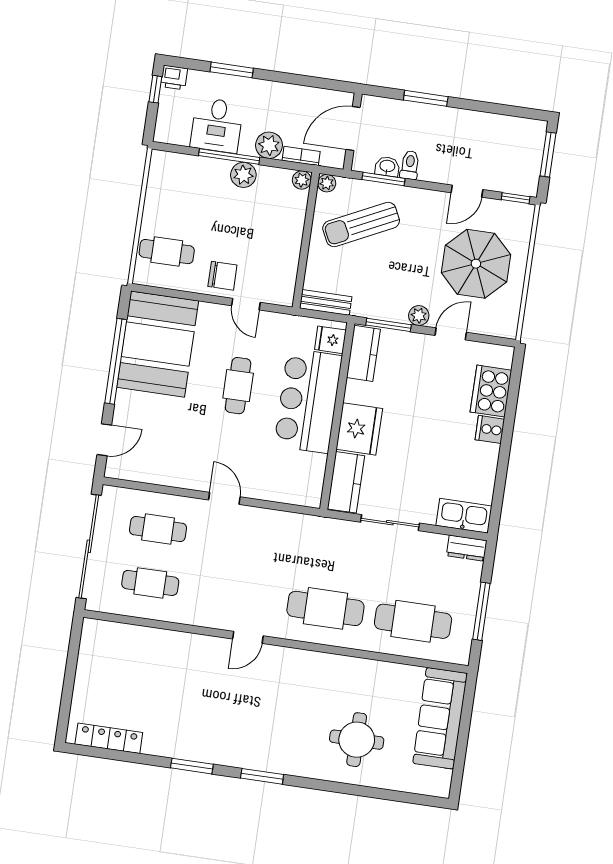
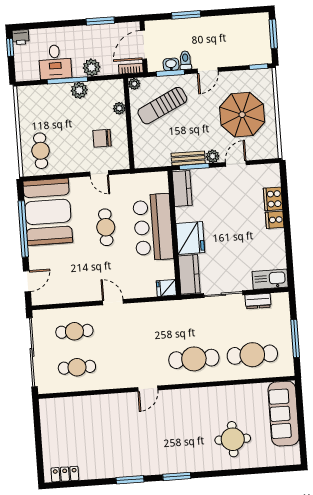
window: (232, 70) -> (100, 21), moved
bookcase: (301, 156) -> (131, 69), moved
plant: (302, 180) -> (119, 108), moved
door: (467, 191) -> (208, 70), moved
cafe table: (167, 252) -> (41, 151), turned 90
chair: (222, 276) -> (102, 138), moved, turned 180
bench: (326, 302) -> (188, 158), moved
fridge: (330, 340) -> (166, 288), moved
cooker: (491, 391) -> (273, 199), width x0.73, depth x0.76
dresser: (467, 548) -> (258, 301), moved
locker: (109, 738) -> (65, 474), width x0.66

